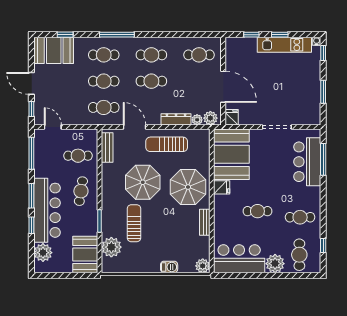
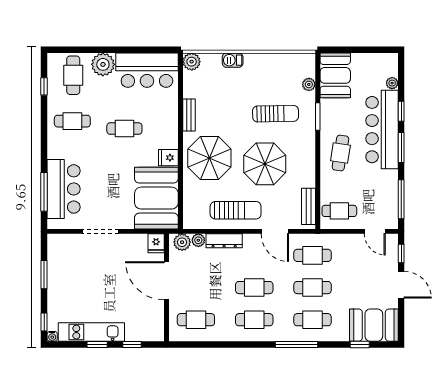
cafe table: (78, 156) -> (339, 211), moved
sun lounger: (134, 223) -> (276, 114), turned -91
plant: (111, 247) -> (309, 84), width x0.53, depth x0.53
plant: (43, 253) -> (392, 83), width x0.53, depth x0.53

